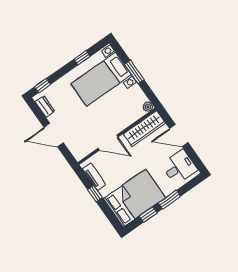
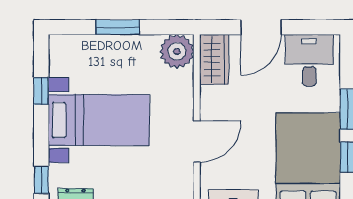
bed with nightstands: (101, 79) -> (99, 120), moved, turned -90
plant: (148, 107) -> (177, 51), width x1.88, depth x1.88
wardrobe: (144, 129) -> (214, 59), width x0.67

